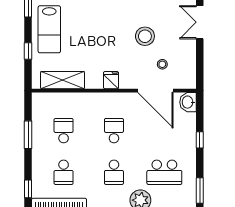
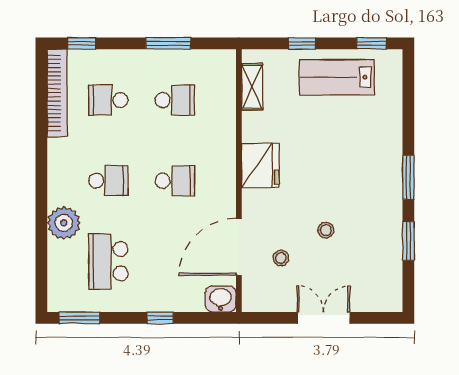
double door: (200, 22) -> (323, 318), moved
stool: (145, 36) -> (326, 230), width x0.53, depth x0.53
shelving: (63, 80) -> (252, 87), width x0.67, depth x0.75
fridge: (111, 80) -> (260, 166), width x1.88, depth x1.34
school desk: (114, 172) -> (108, 181), turned 180

